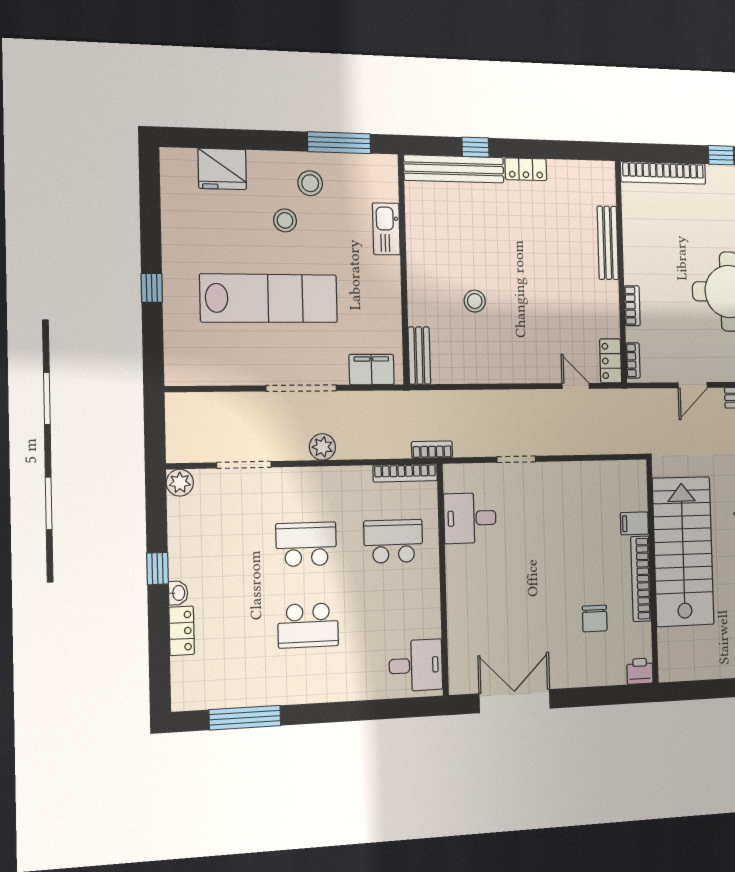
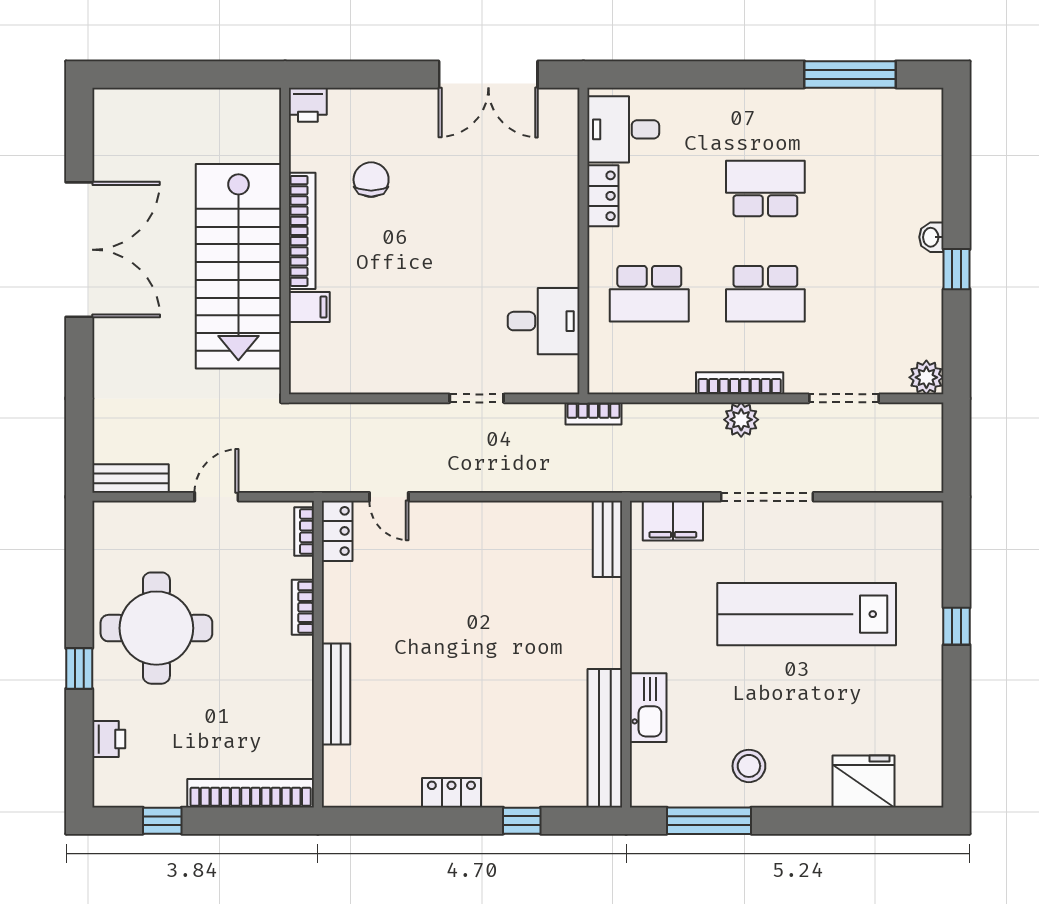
bench: (454, 169) -> (605, 738), moved, turned 90
stool: (285, 220) -> (783, 716), removed
stool: (475, 301) -> (529, 612), removed
bookcase: (405, 473) -> (740, 383), moved
locker: (182, 631) -> (603, 196), moved, turned 180

